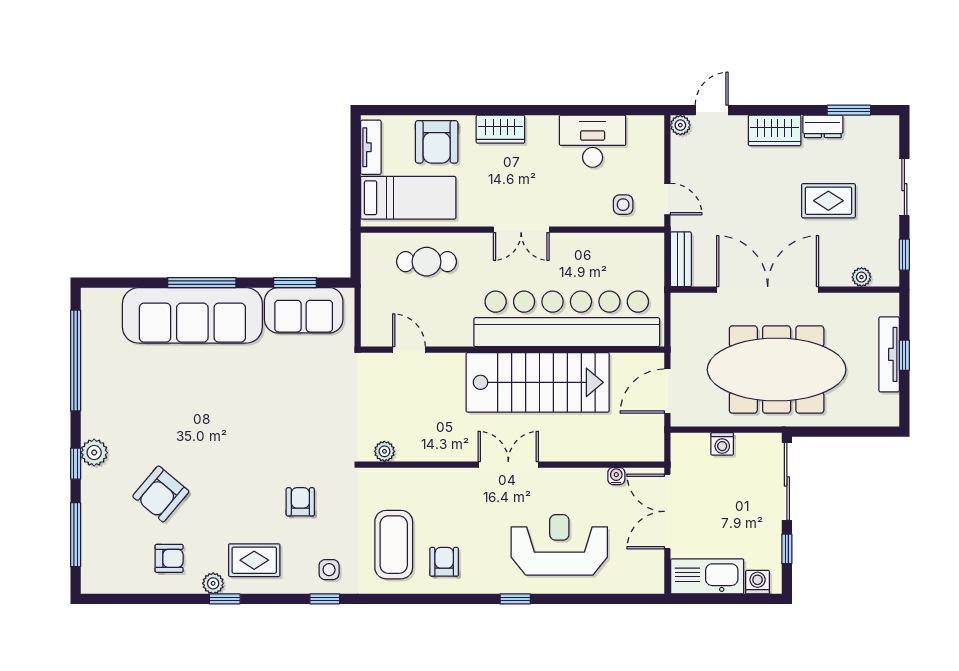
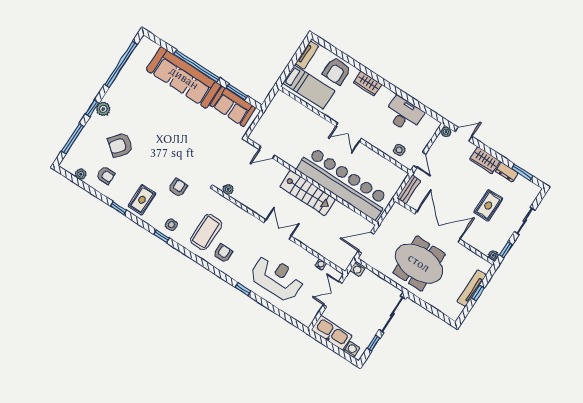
rug: (828, 201) -> (488, 206), turned 90
cafe table: (427, 262) -> (299, 120), removed
plant: (861, 277) -> (493, 255), moved
window: (202, 283) -> (197, 66), width x1.46
door: (409, 350) -> (267, 152), swing flipped
meeting table: (777, 370) -> (419, 263), width x0.73
stairs: (538, 382) -> (308, 193), width x0.73, depth x0.66
washing machine: (722, 444) -> (358, 269), moved
double door: (667, 511) -> (333, 294), width x0.73
rug: (254, 560) -> (142, 200), turned 90
plant: (213, 583) -> (81, 174), moved

